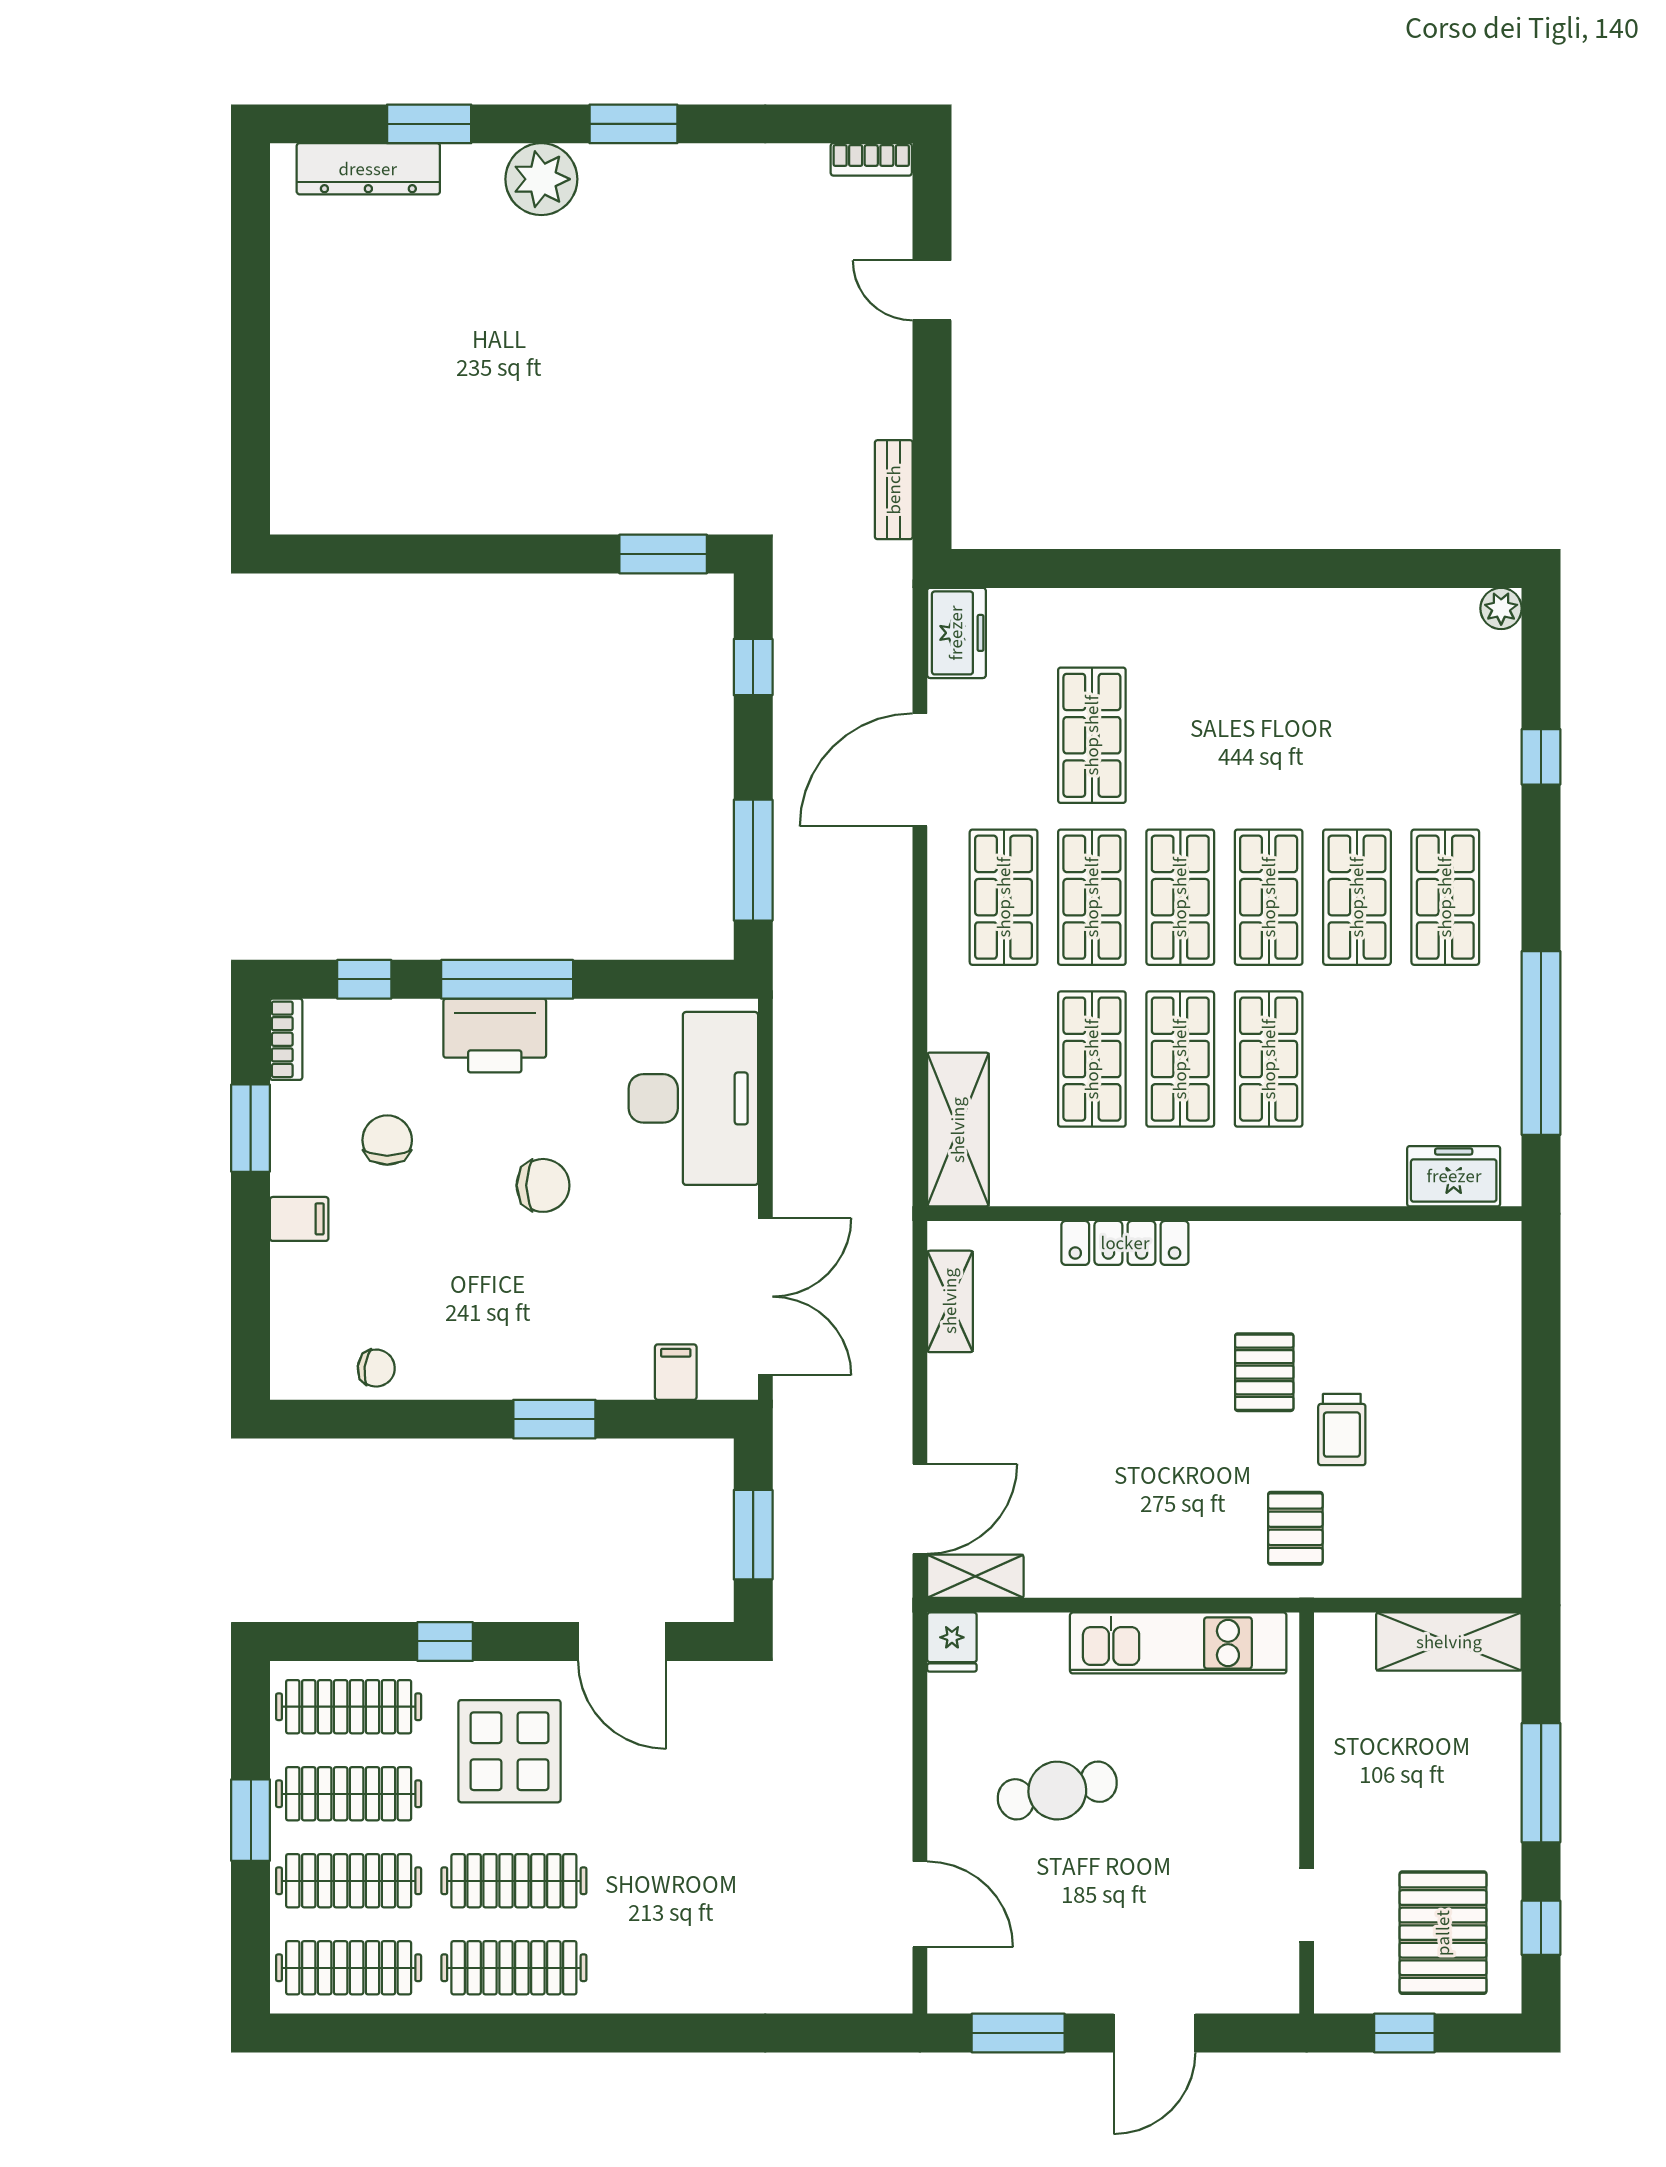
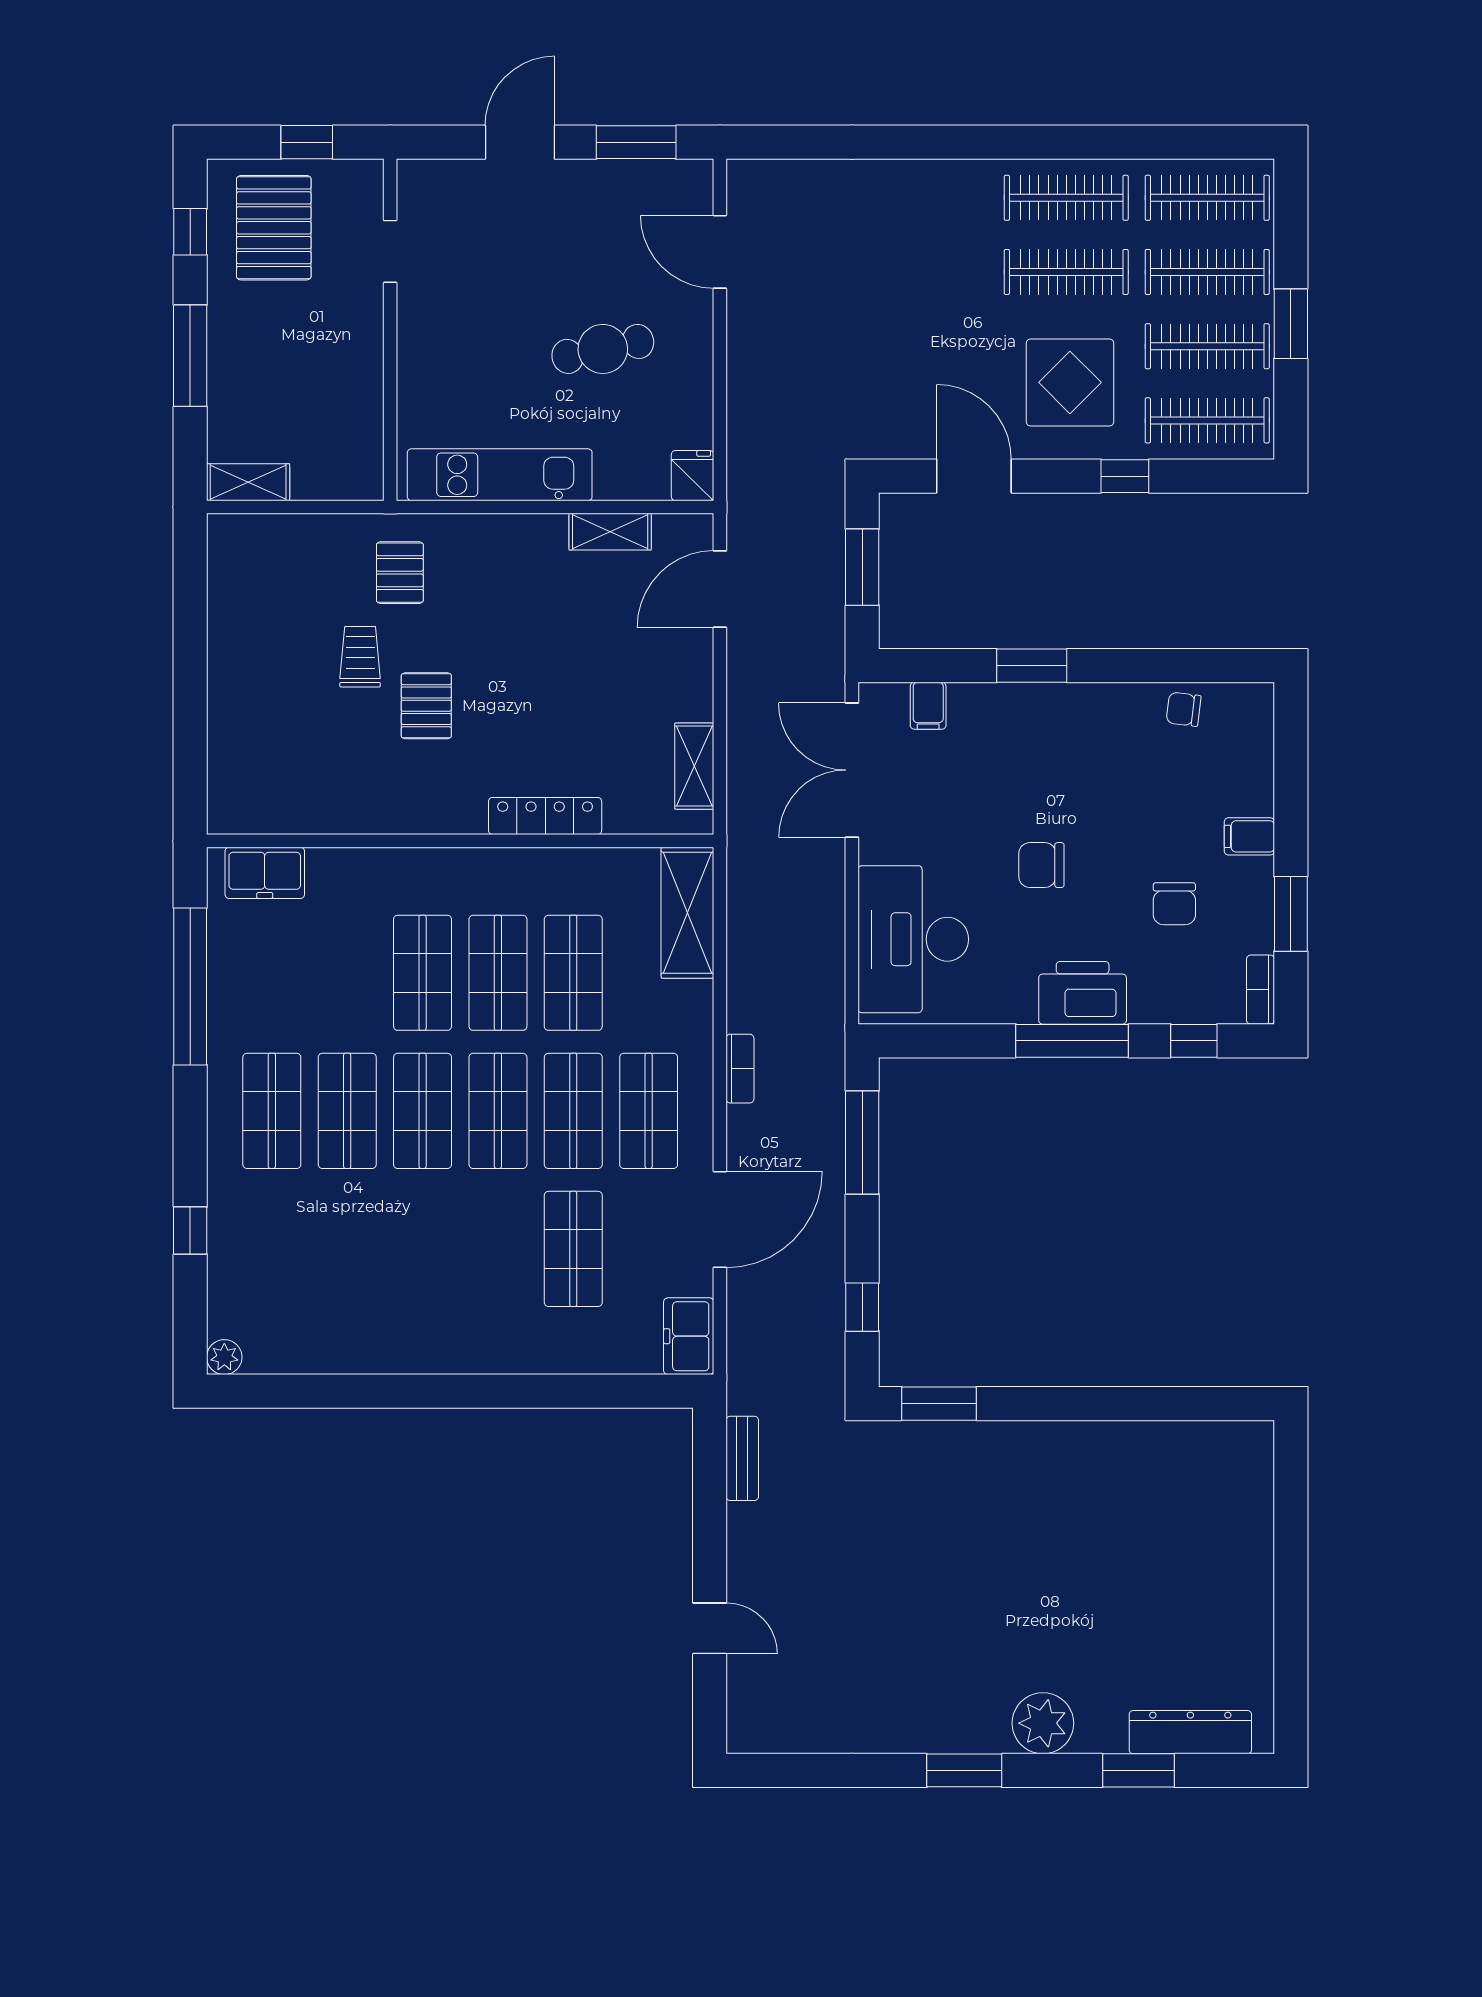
bookcase: (871, 159) -> (740, 1069), moved, turned 90
shelving: (975, 1576) -> (610, 532), moved
shelving: (1449, 1642) -> (248, 482), width x0.67, depth x0.75

